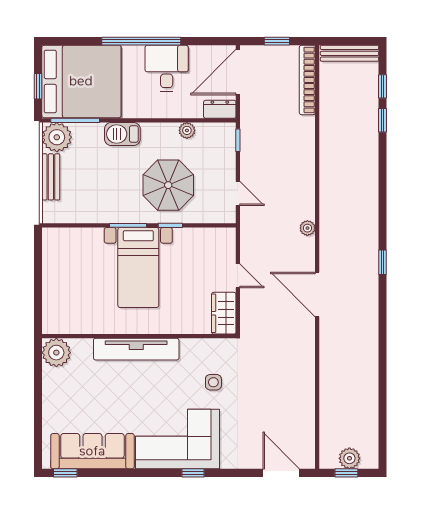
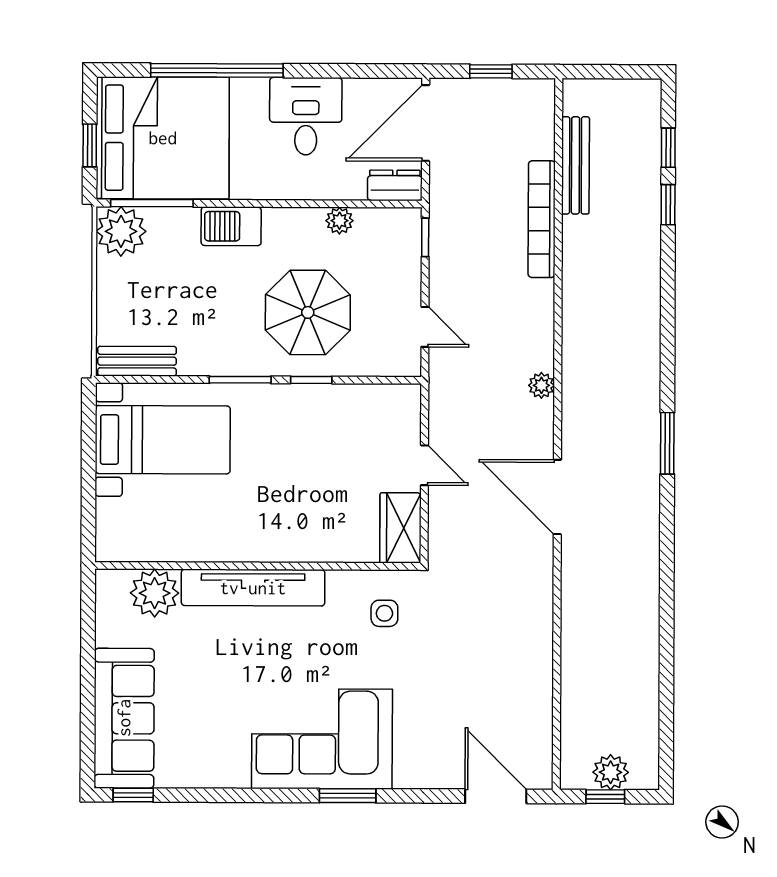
window: (141, 41) -> (217, 70), moved
bench: (350, 53) -> (575, 165), moved, turned 90
bookcase: (307, 80) -> (542, 219), moved
bench: (51, 177) -> (137, 361), moved, turned 90
window: (383, 262) -> (667, 443), width x1.50
bed with nightstands: (138, 267) -> (163, 440), moved, turned -90
plant: (56, 353) -> (155, 593), moved
side table: (213, 382) -> (384, 613), moved
sofa: (92, 451) -> (124, 718), moved, turned 90
window: (193, 473) -> (348, 796), width x1.50

